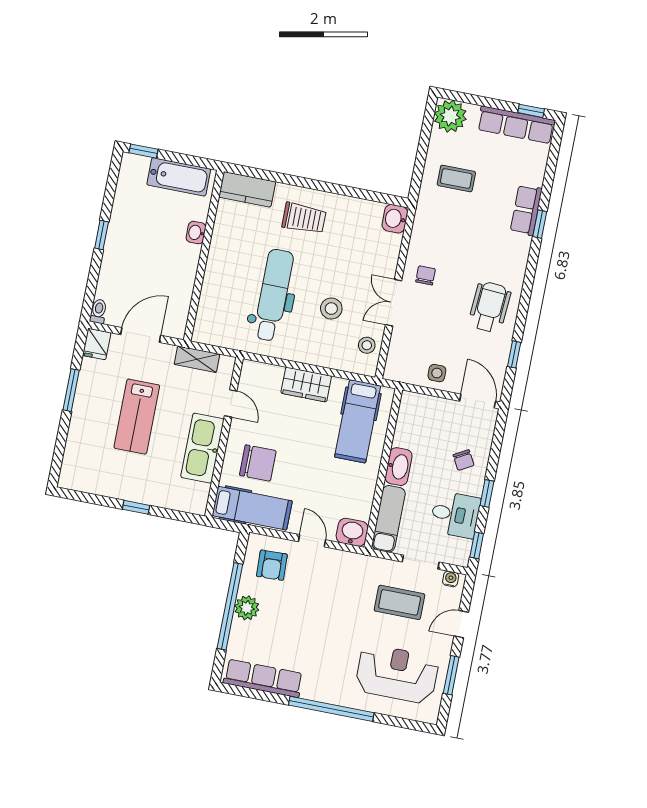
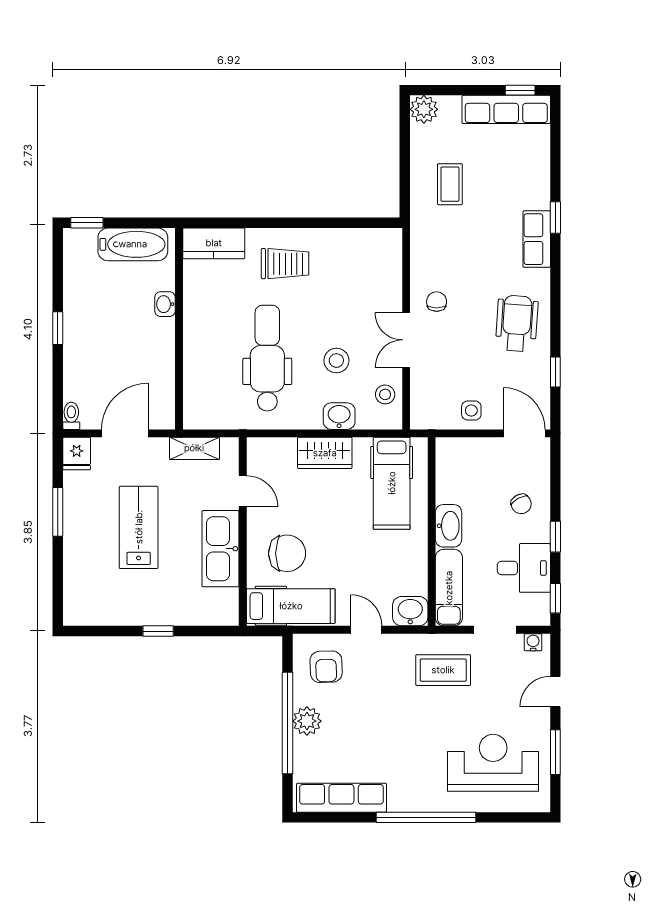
plant: (450, 116) -> (424, 109), width x0.73, depth x0.73
coffee table: (456, 178) -> (450, 184), turned 90
row of seats: (526, 210) -> (537, 239), moved
washbasin: (395, 219) -> (339, 416), moved, turned 90
lab bench: (137, 417) -> (139, 527), turned 180
coffee table: (400, 602) -> (443, 670), moved

